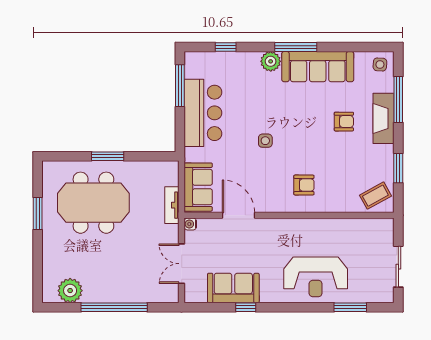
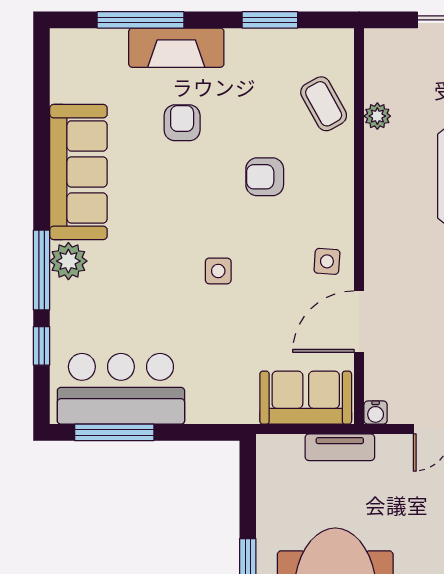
window: (296, 47) -> (42, 270), moved
side table: (380, 64) -> (327, 261), moved
bar counter: (203, 113) -> (121, 389), moved
armchair: (304, 185) -> (265, 177), moved, turned -90
coffee table: (375, 196) -> (324, 104), moved
plant: (347, 225) -> (377, 116), added

